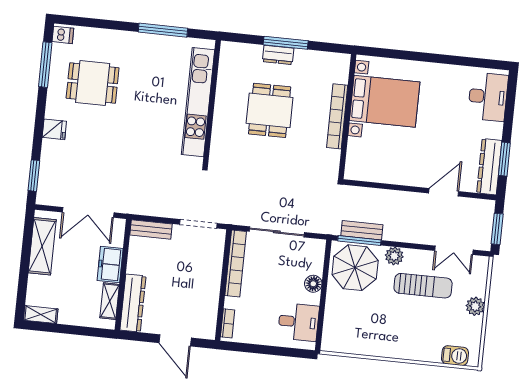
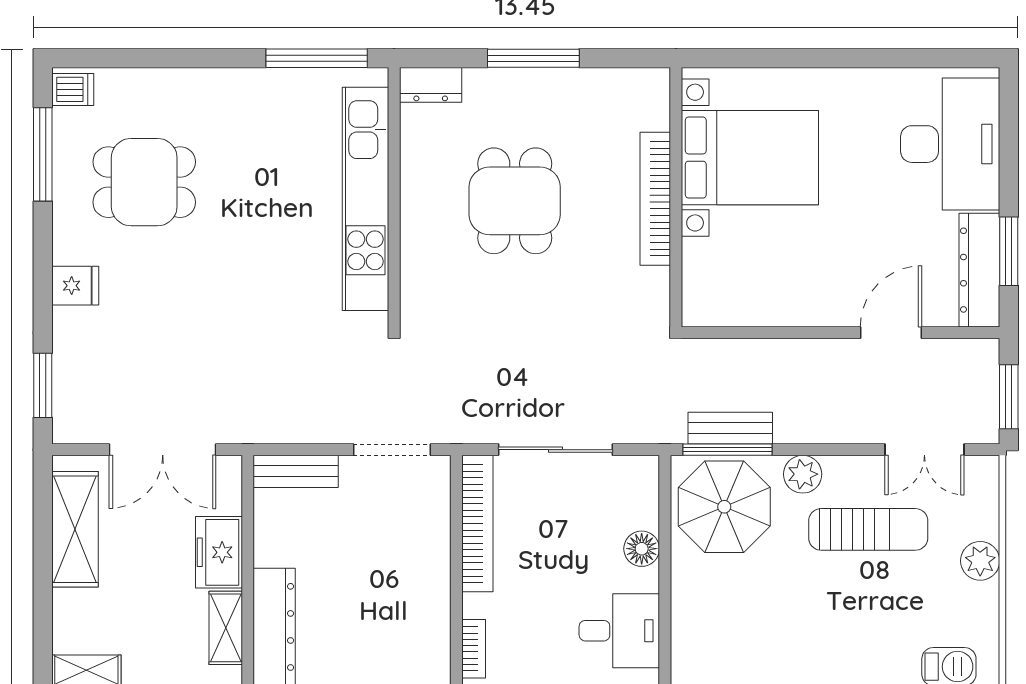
window: (163, 30) -> (317, 58), moved
dresser: (278, 55) -> (431, 85), moved
desk: (488, 97) -> (950, 144), width x1.36, depth x1.30

